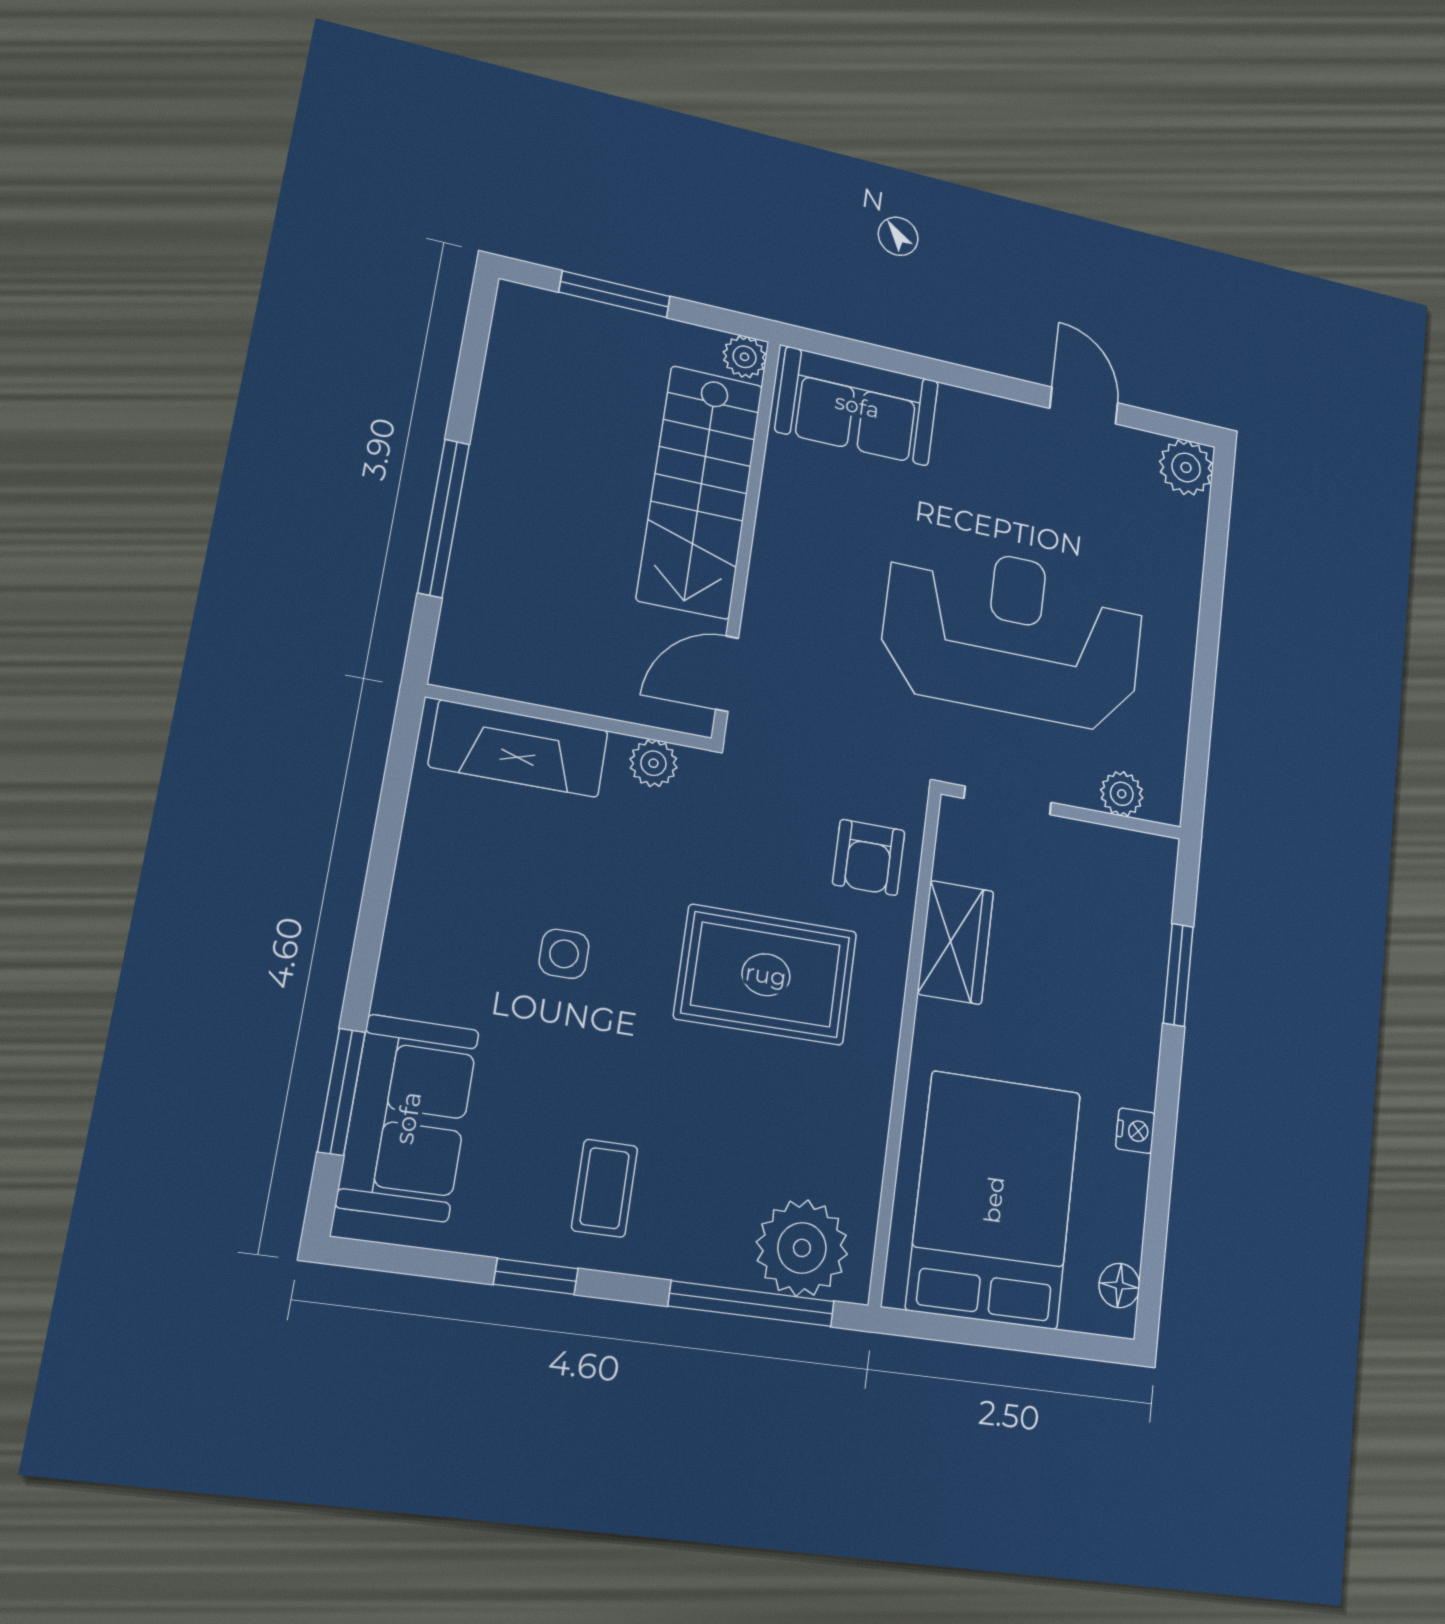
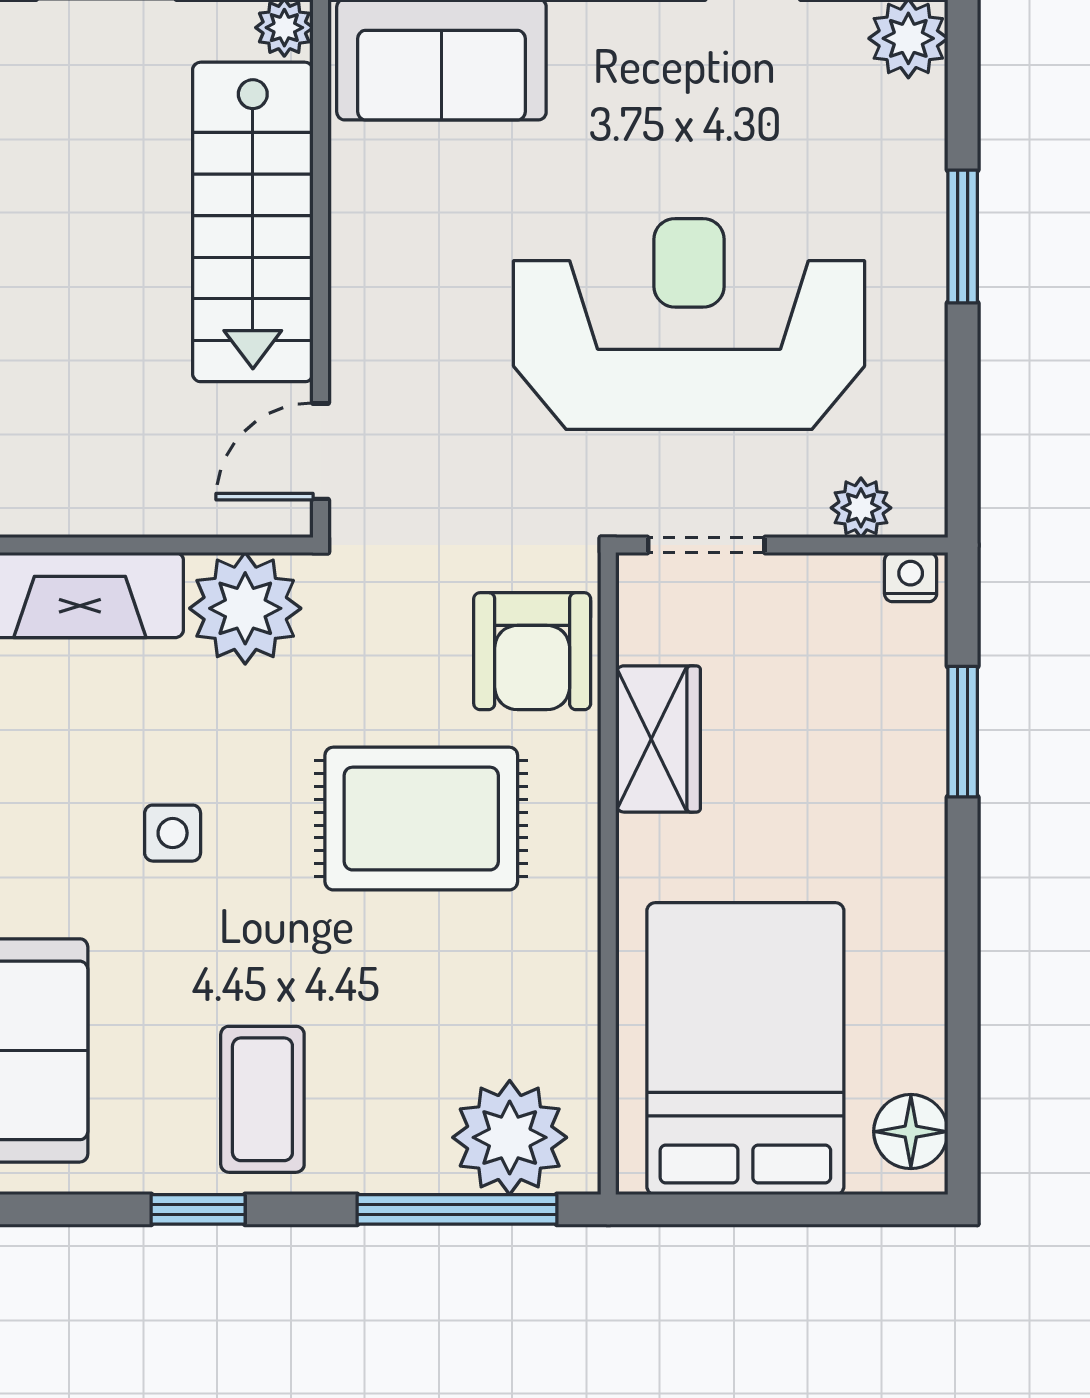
window: (1210, 613) -> (963, 236), added
plant: (653, 763) -> (245, 608), width x1.88, depth x1.88
armchair: (869, 857) -> (532, 651), width x1.38, depth x1.38
nightstand: (1135, 1131) -> (911, 577), moved, turned -90
coffee table: (605, 1188) -> (262, 1099), width x1.36, depth x1.30
floor lamp: (1119, 1285) -> (911, 1132), width x1.37, depth x1.37

